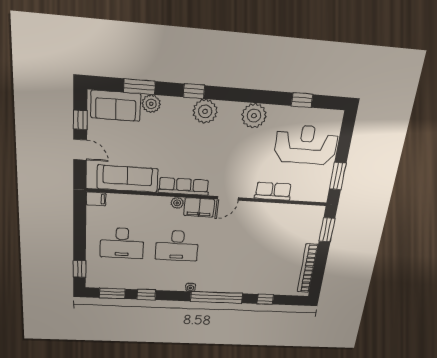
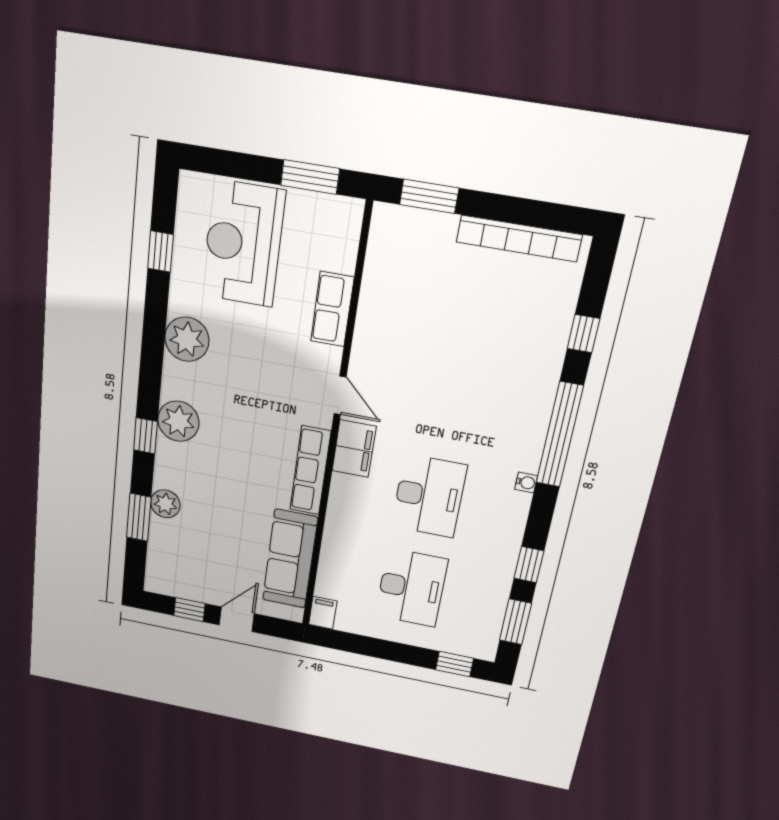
sofa: (116, 106) -> (168, 556), removed
plant: (177, 203) -> (341, 485), removed

